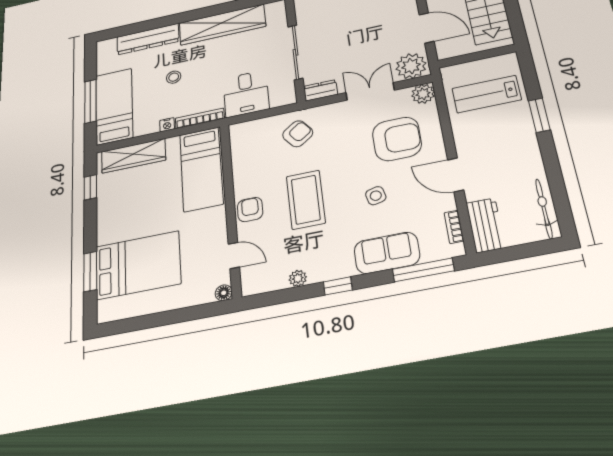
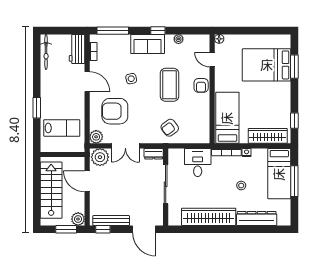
sofa: (387, 253) -> (148, 44), moved

